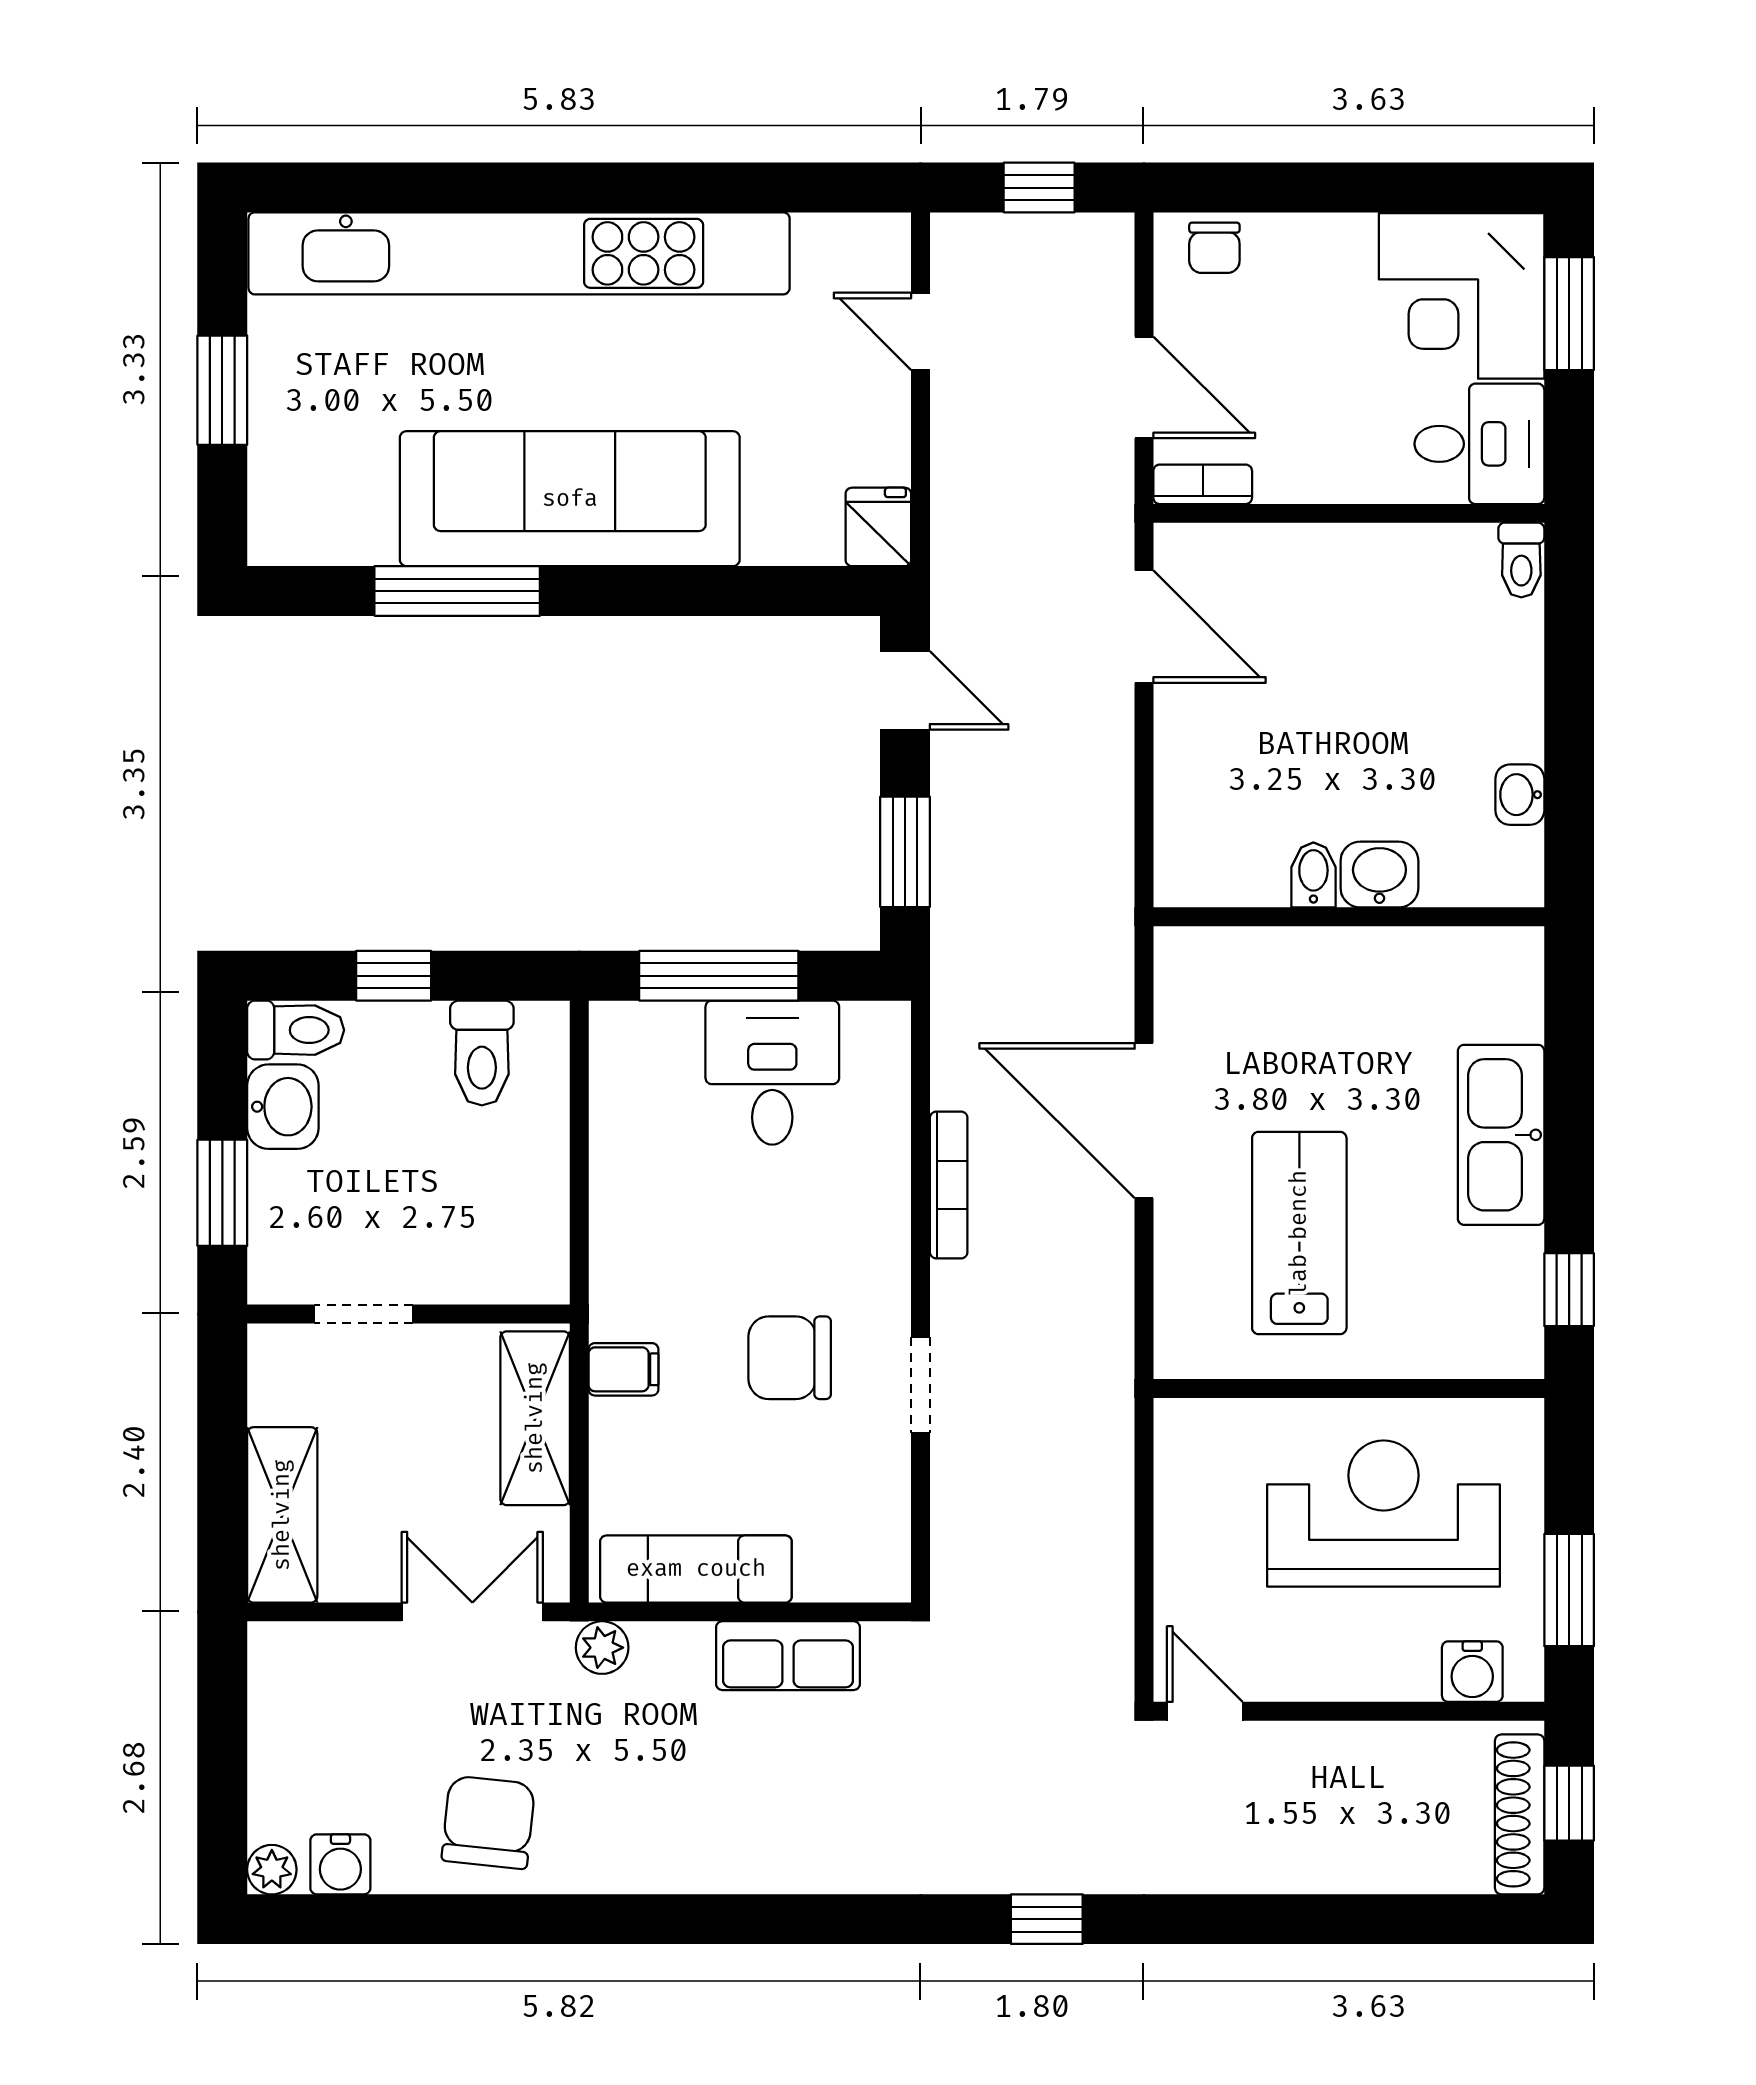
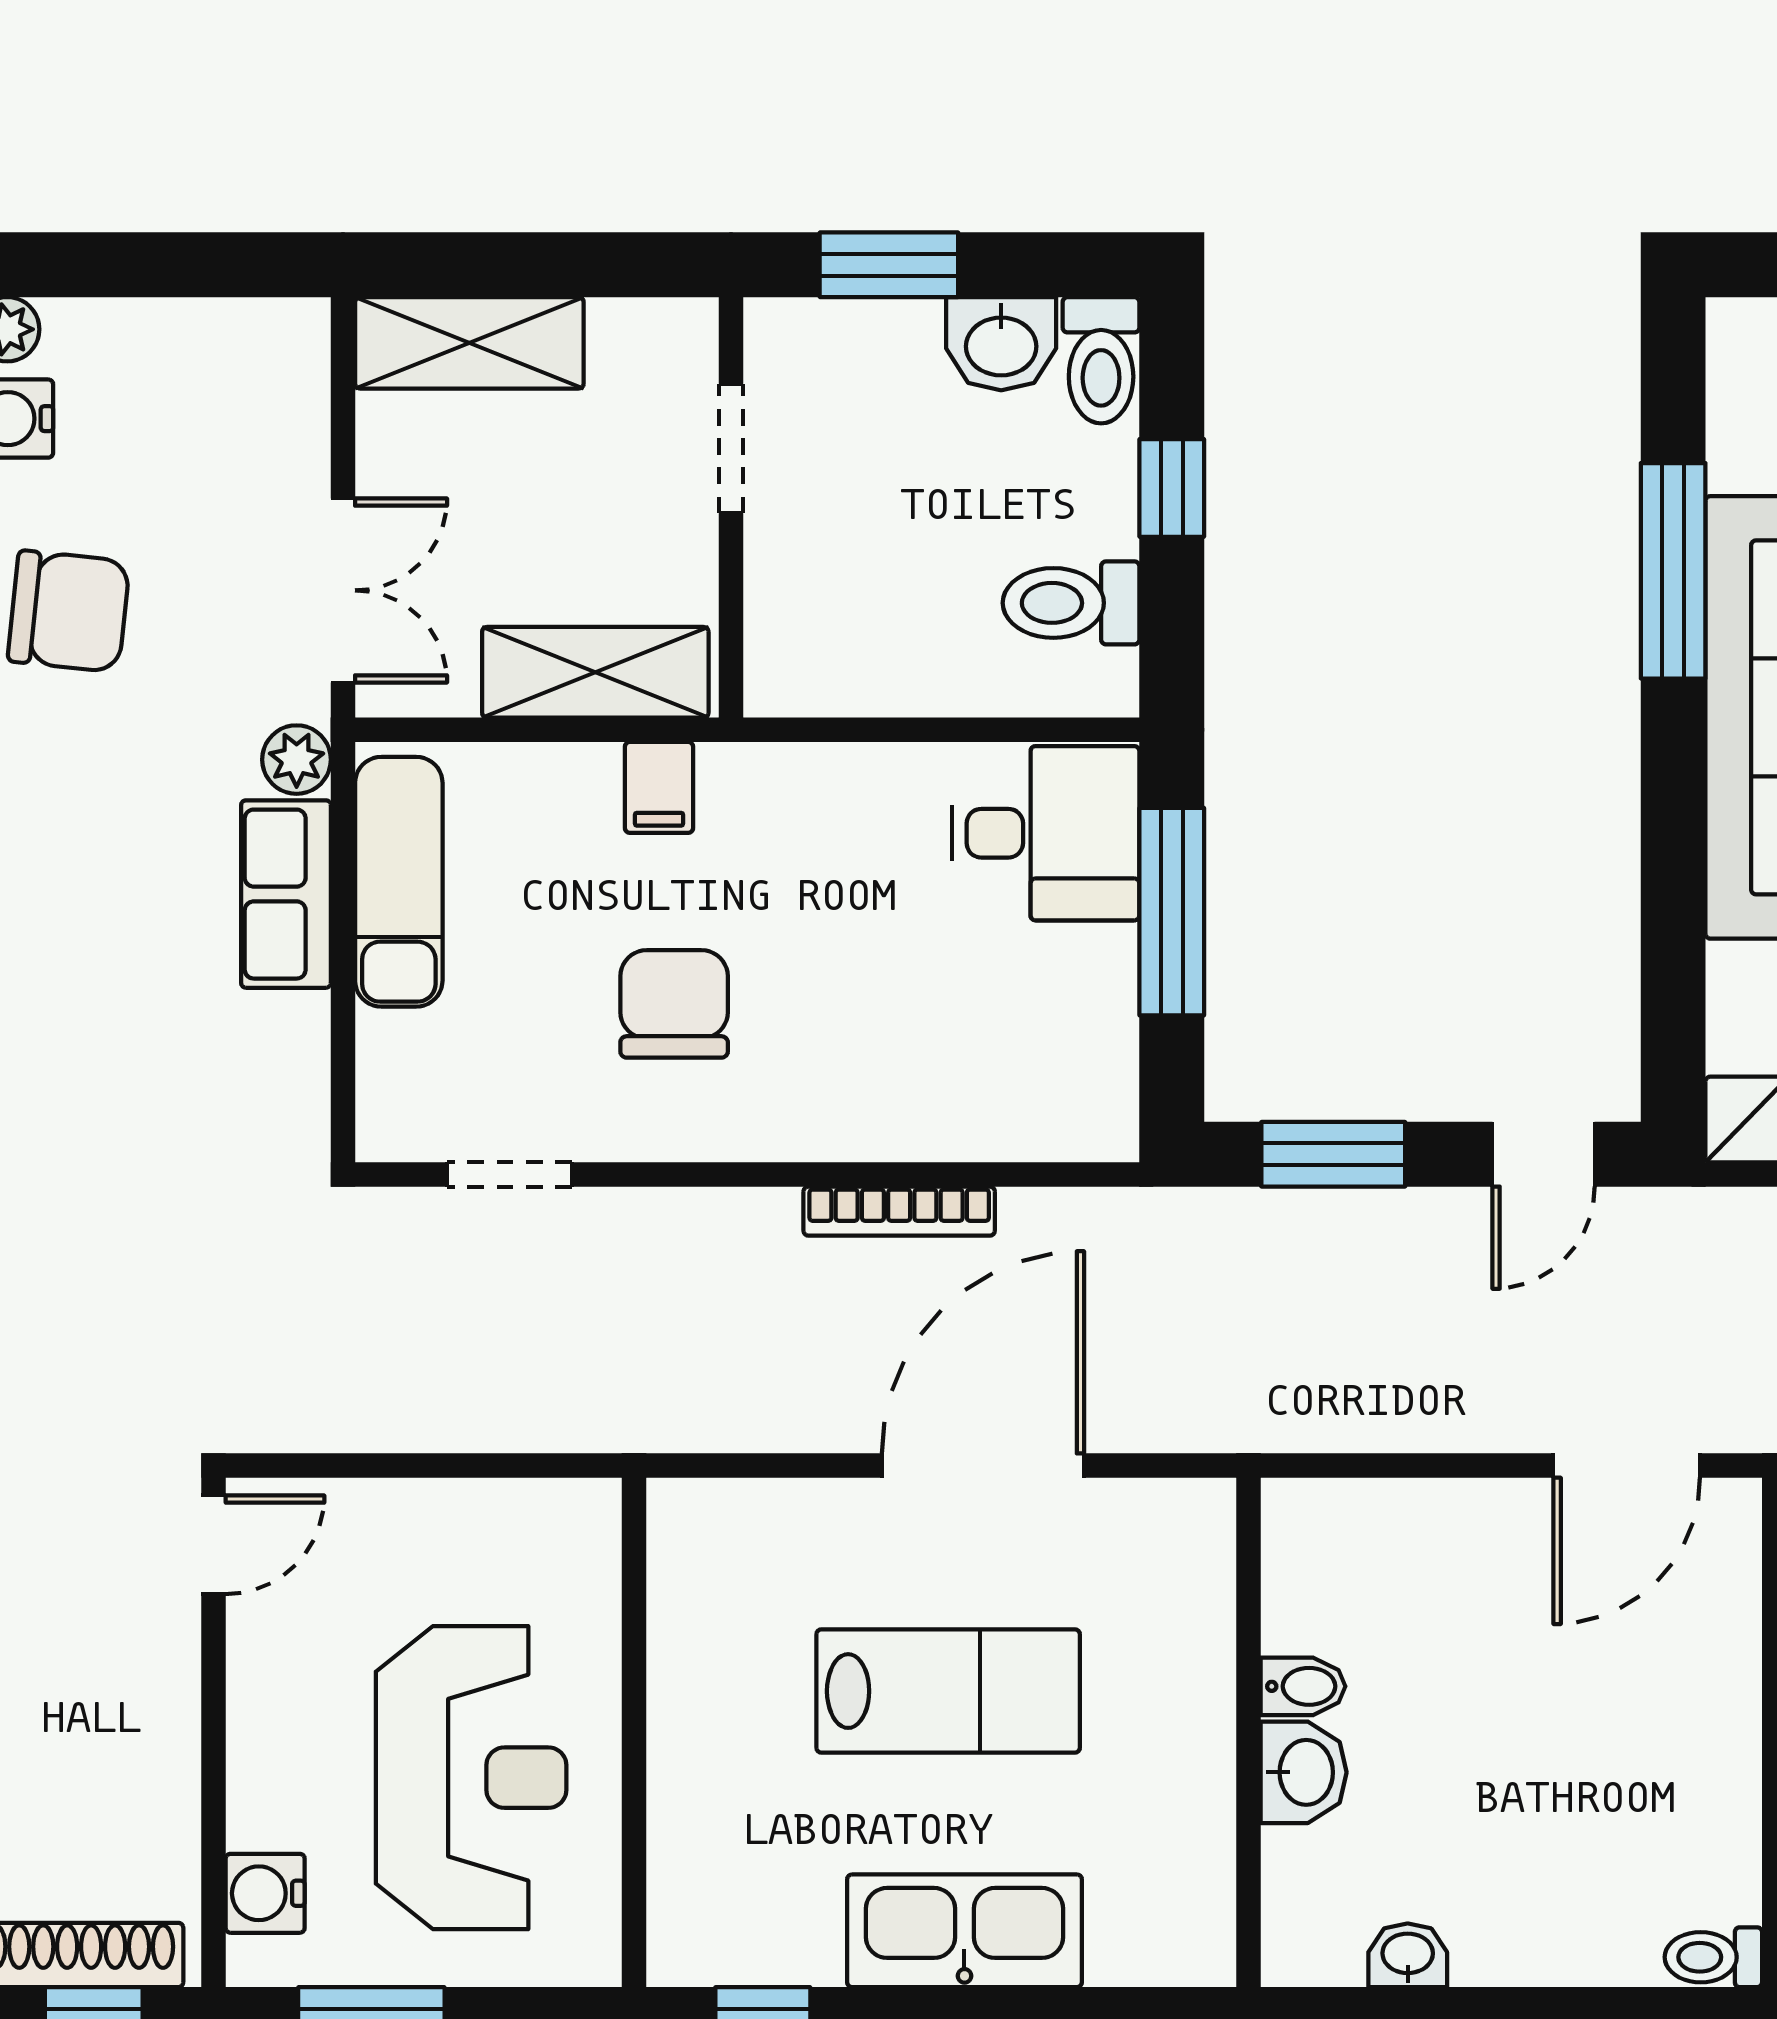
desk: (772, 1073) -> (1046, 833), moved
lab bench: (1299, 1233) -> (948, 1691), moved
doorway: (921, 1385) -> (509, 1174), moved
row of seats: (788, 1656) -> (286, 894), moved

